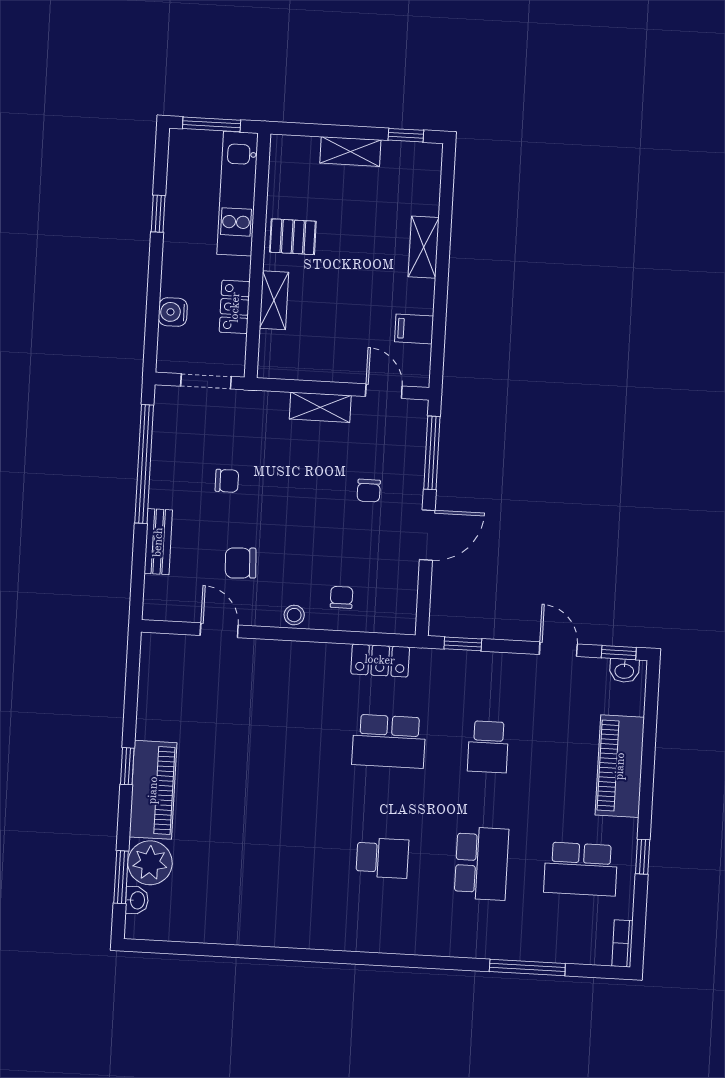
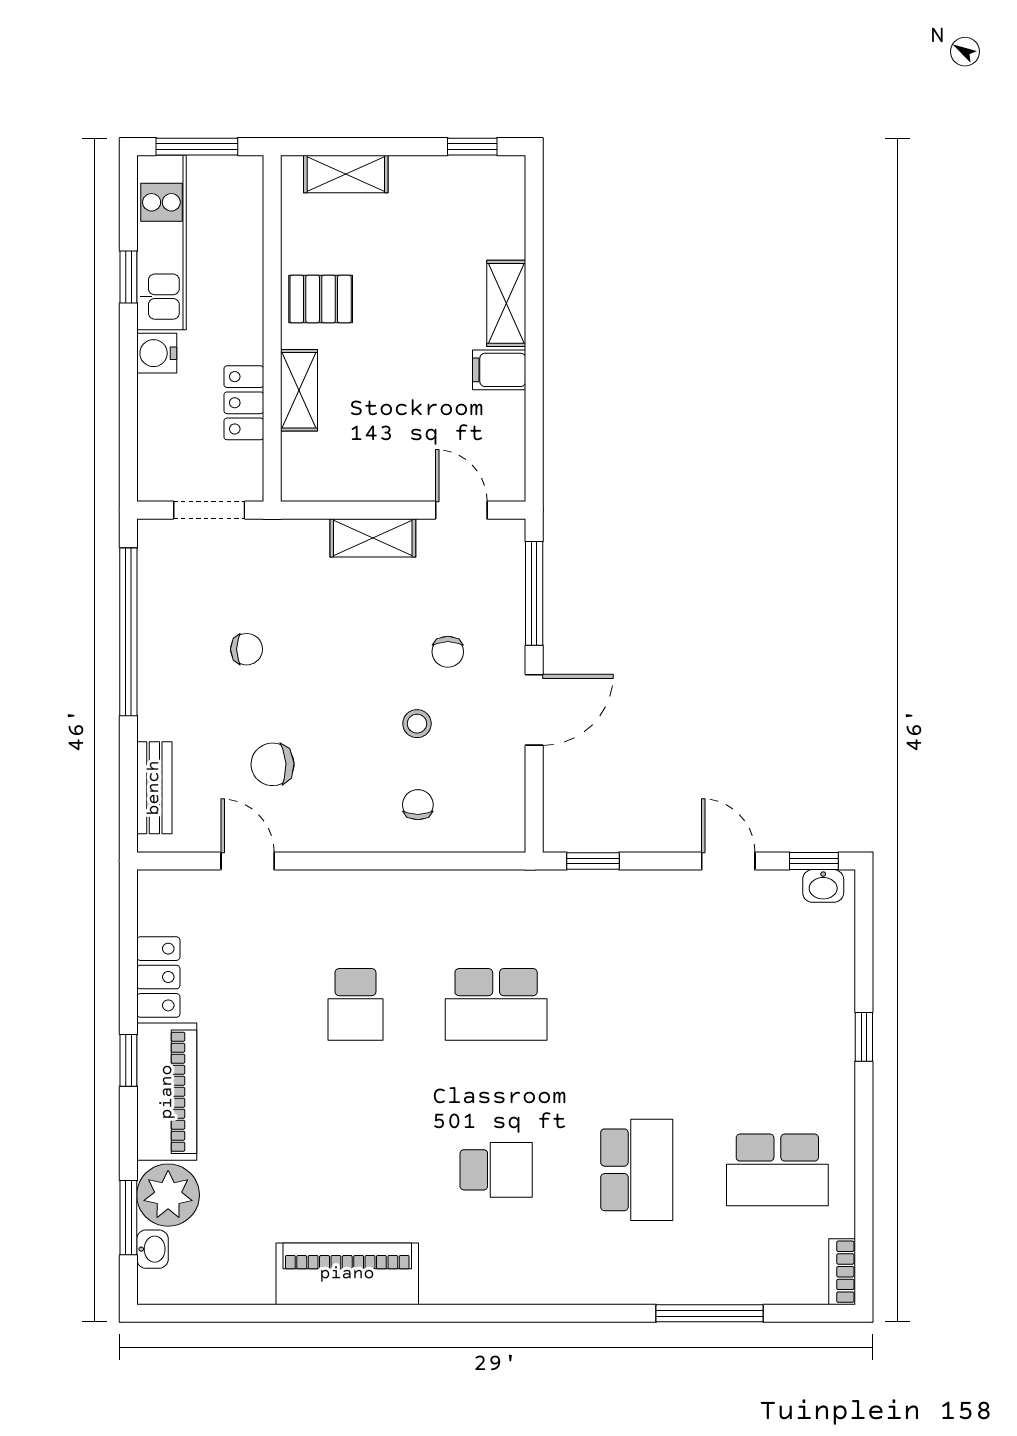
shelving: (350, 152) -> (346, 174), moved
kitchen unit: (238, 194) -> (161, 242), moved, turned 180
water cooler: (173, 312) -> (157, 353), moved
filing cabinet: (414, 329) -> (499, 370), moved
bench: (158, 542) -> (154, 788), moved
stool: (294, 615) -> (417, 724), moved
locker: (380, 660) -> (158, 977), moved, turned -90
school desk: (488, 747) -> (355, 1004), moved
piano: (620, 766) -> (347, 1274), moved, turned 90
window: (643, 857) -> (864, 1037), moved

